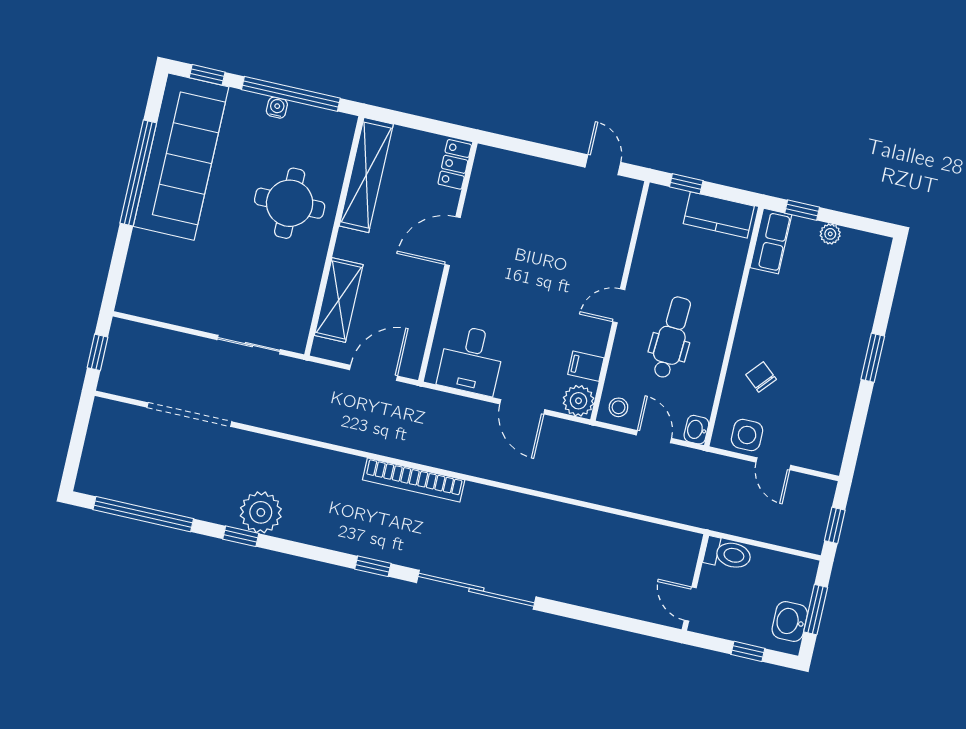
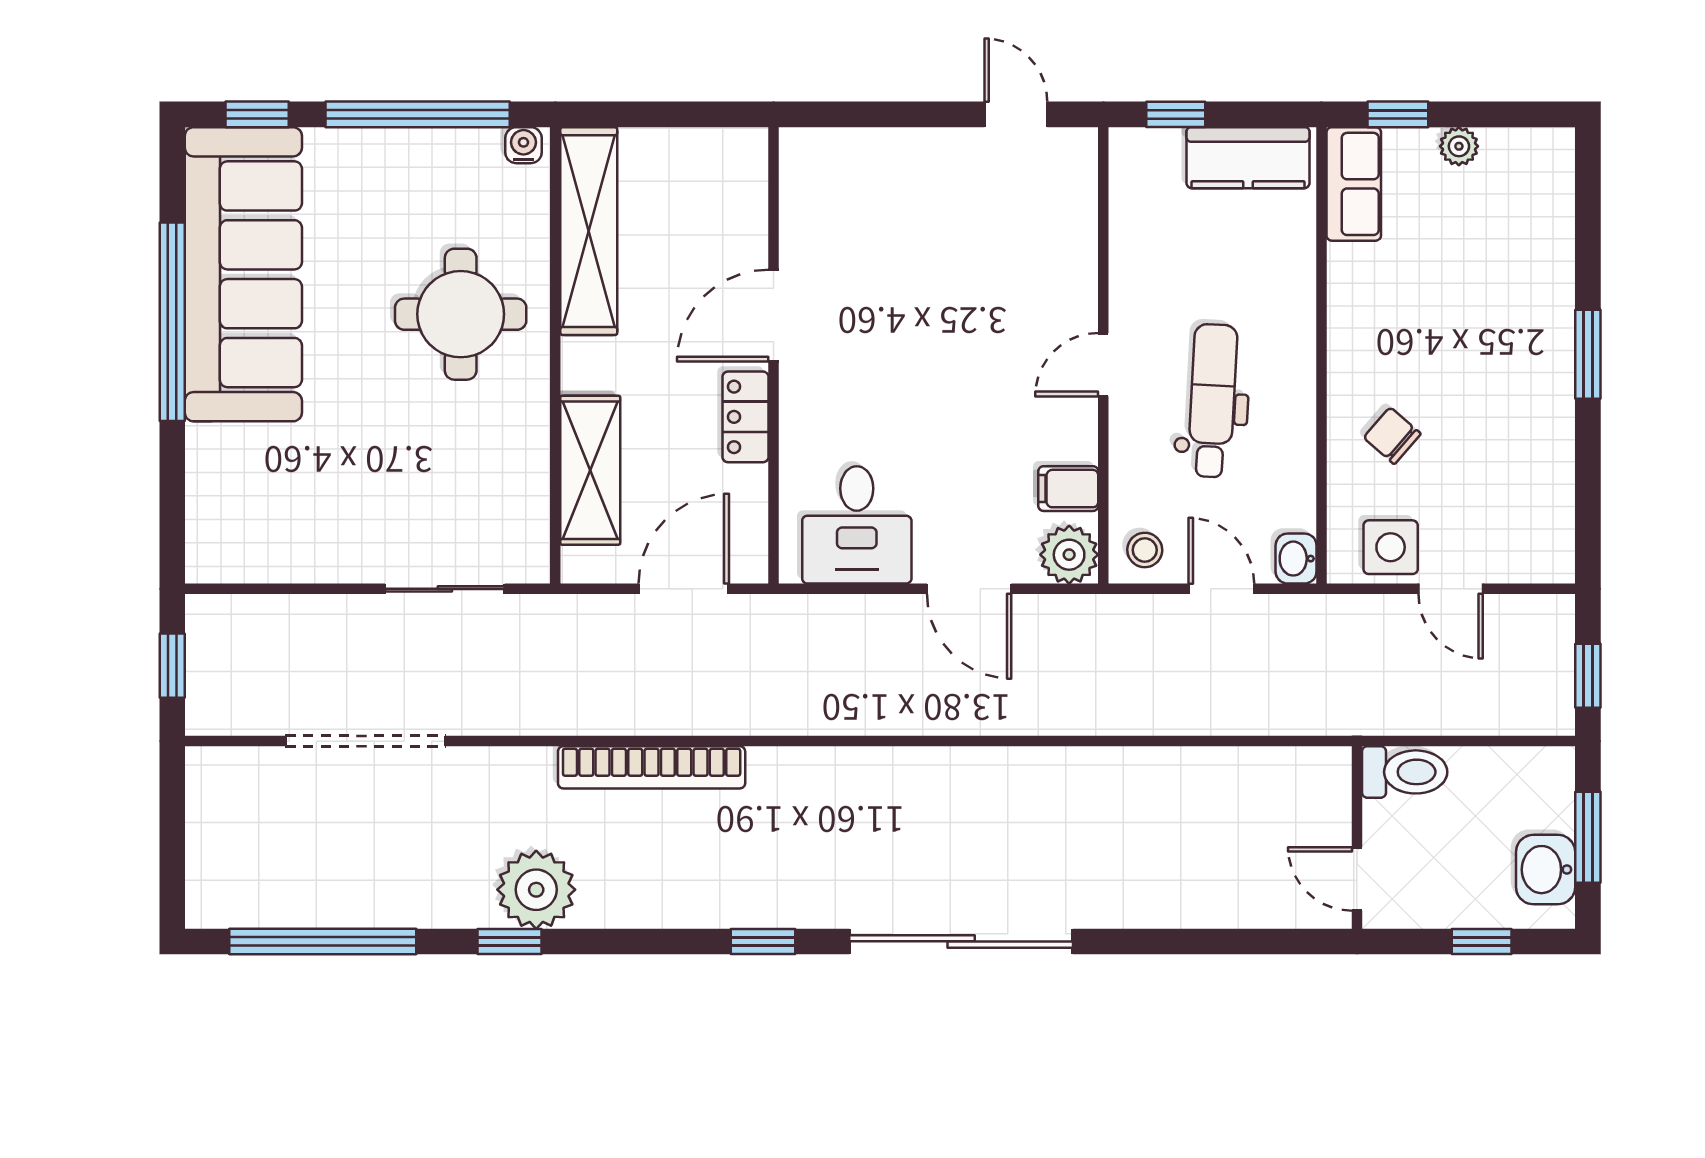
water cooler: (277, 108) -> (523, 145), moved
locker: (455, 164) -> (745, 417), moved
bookcase: (414, 480) -> (652, 767), moved

